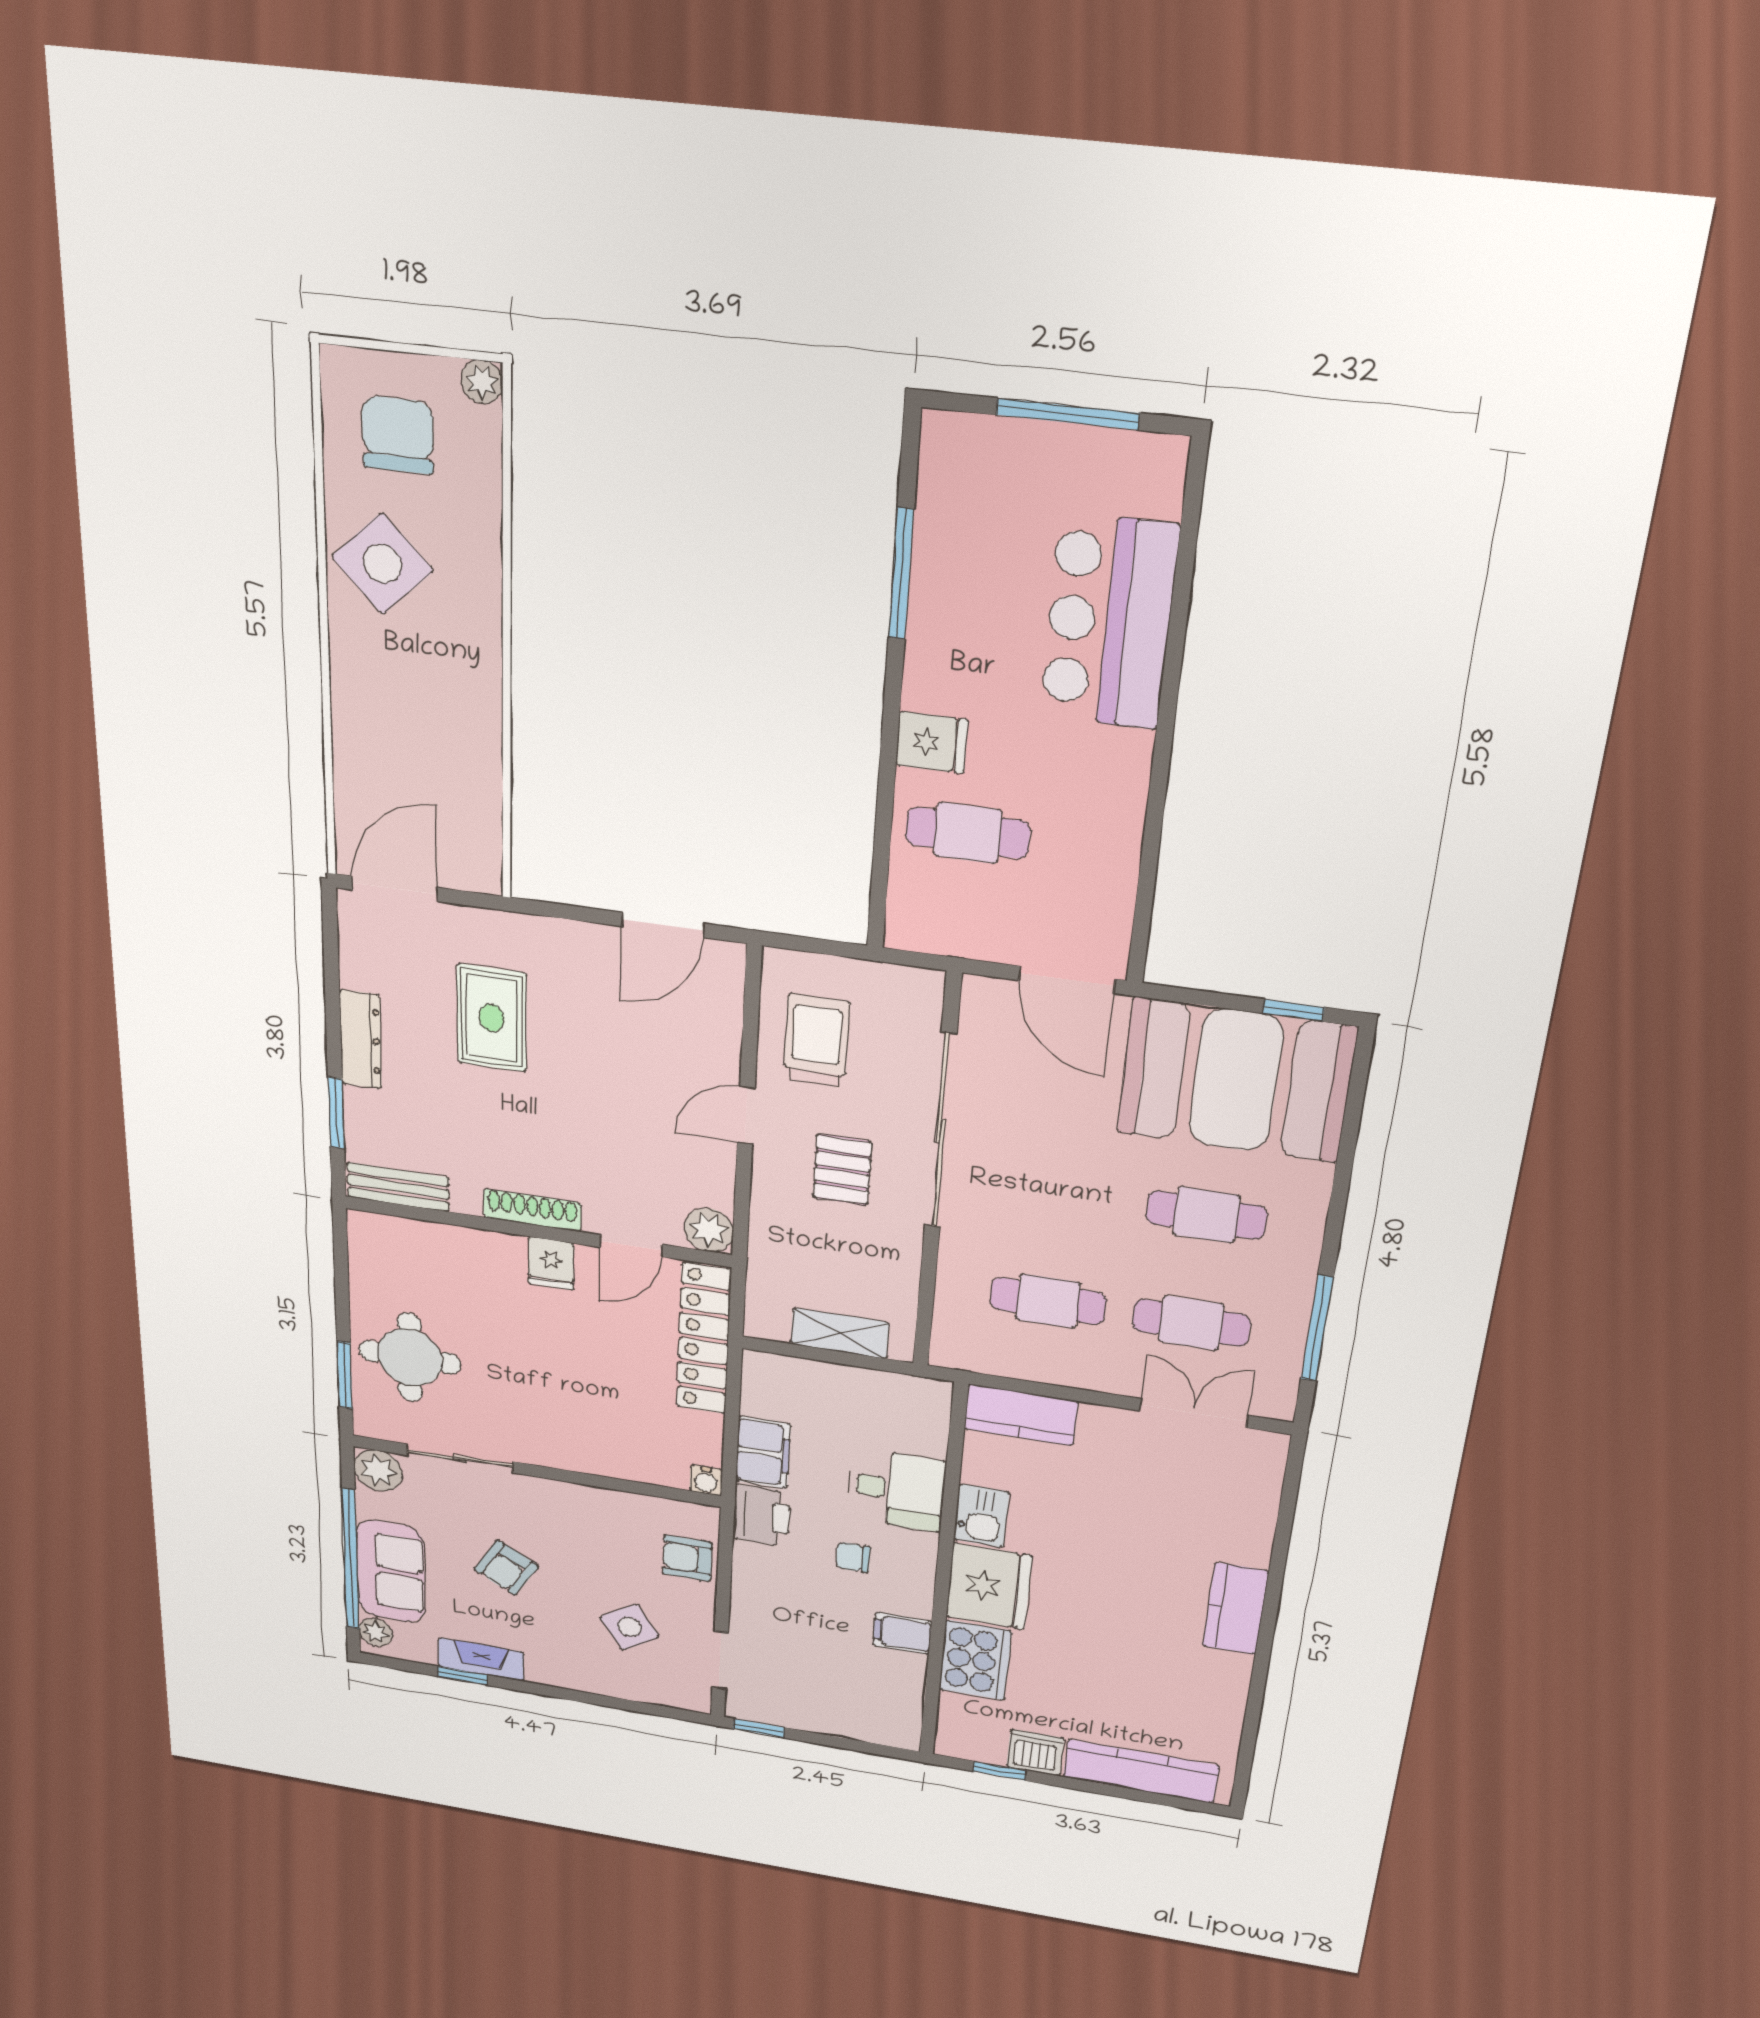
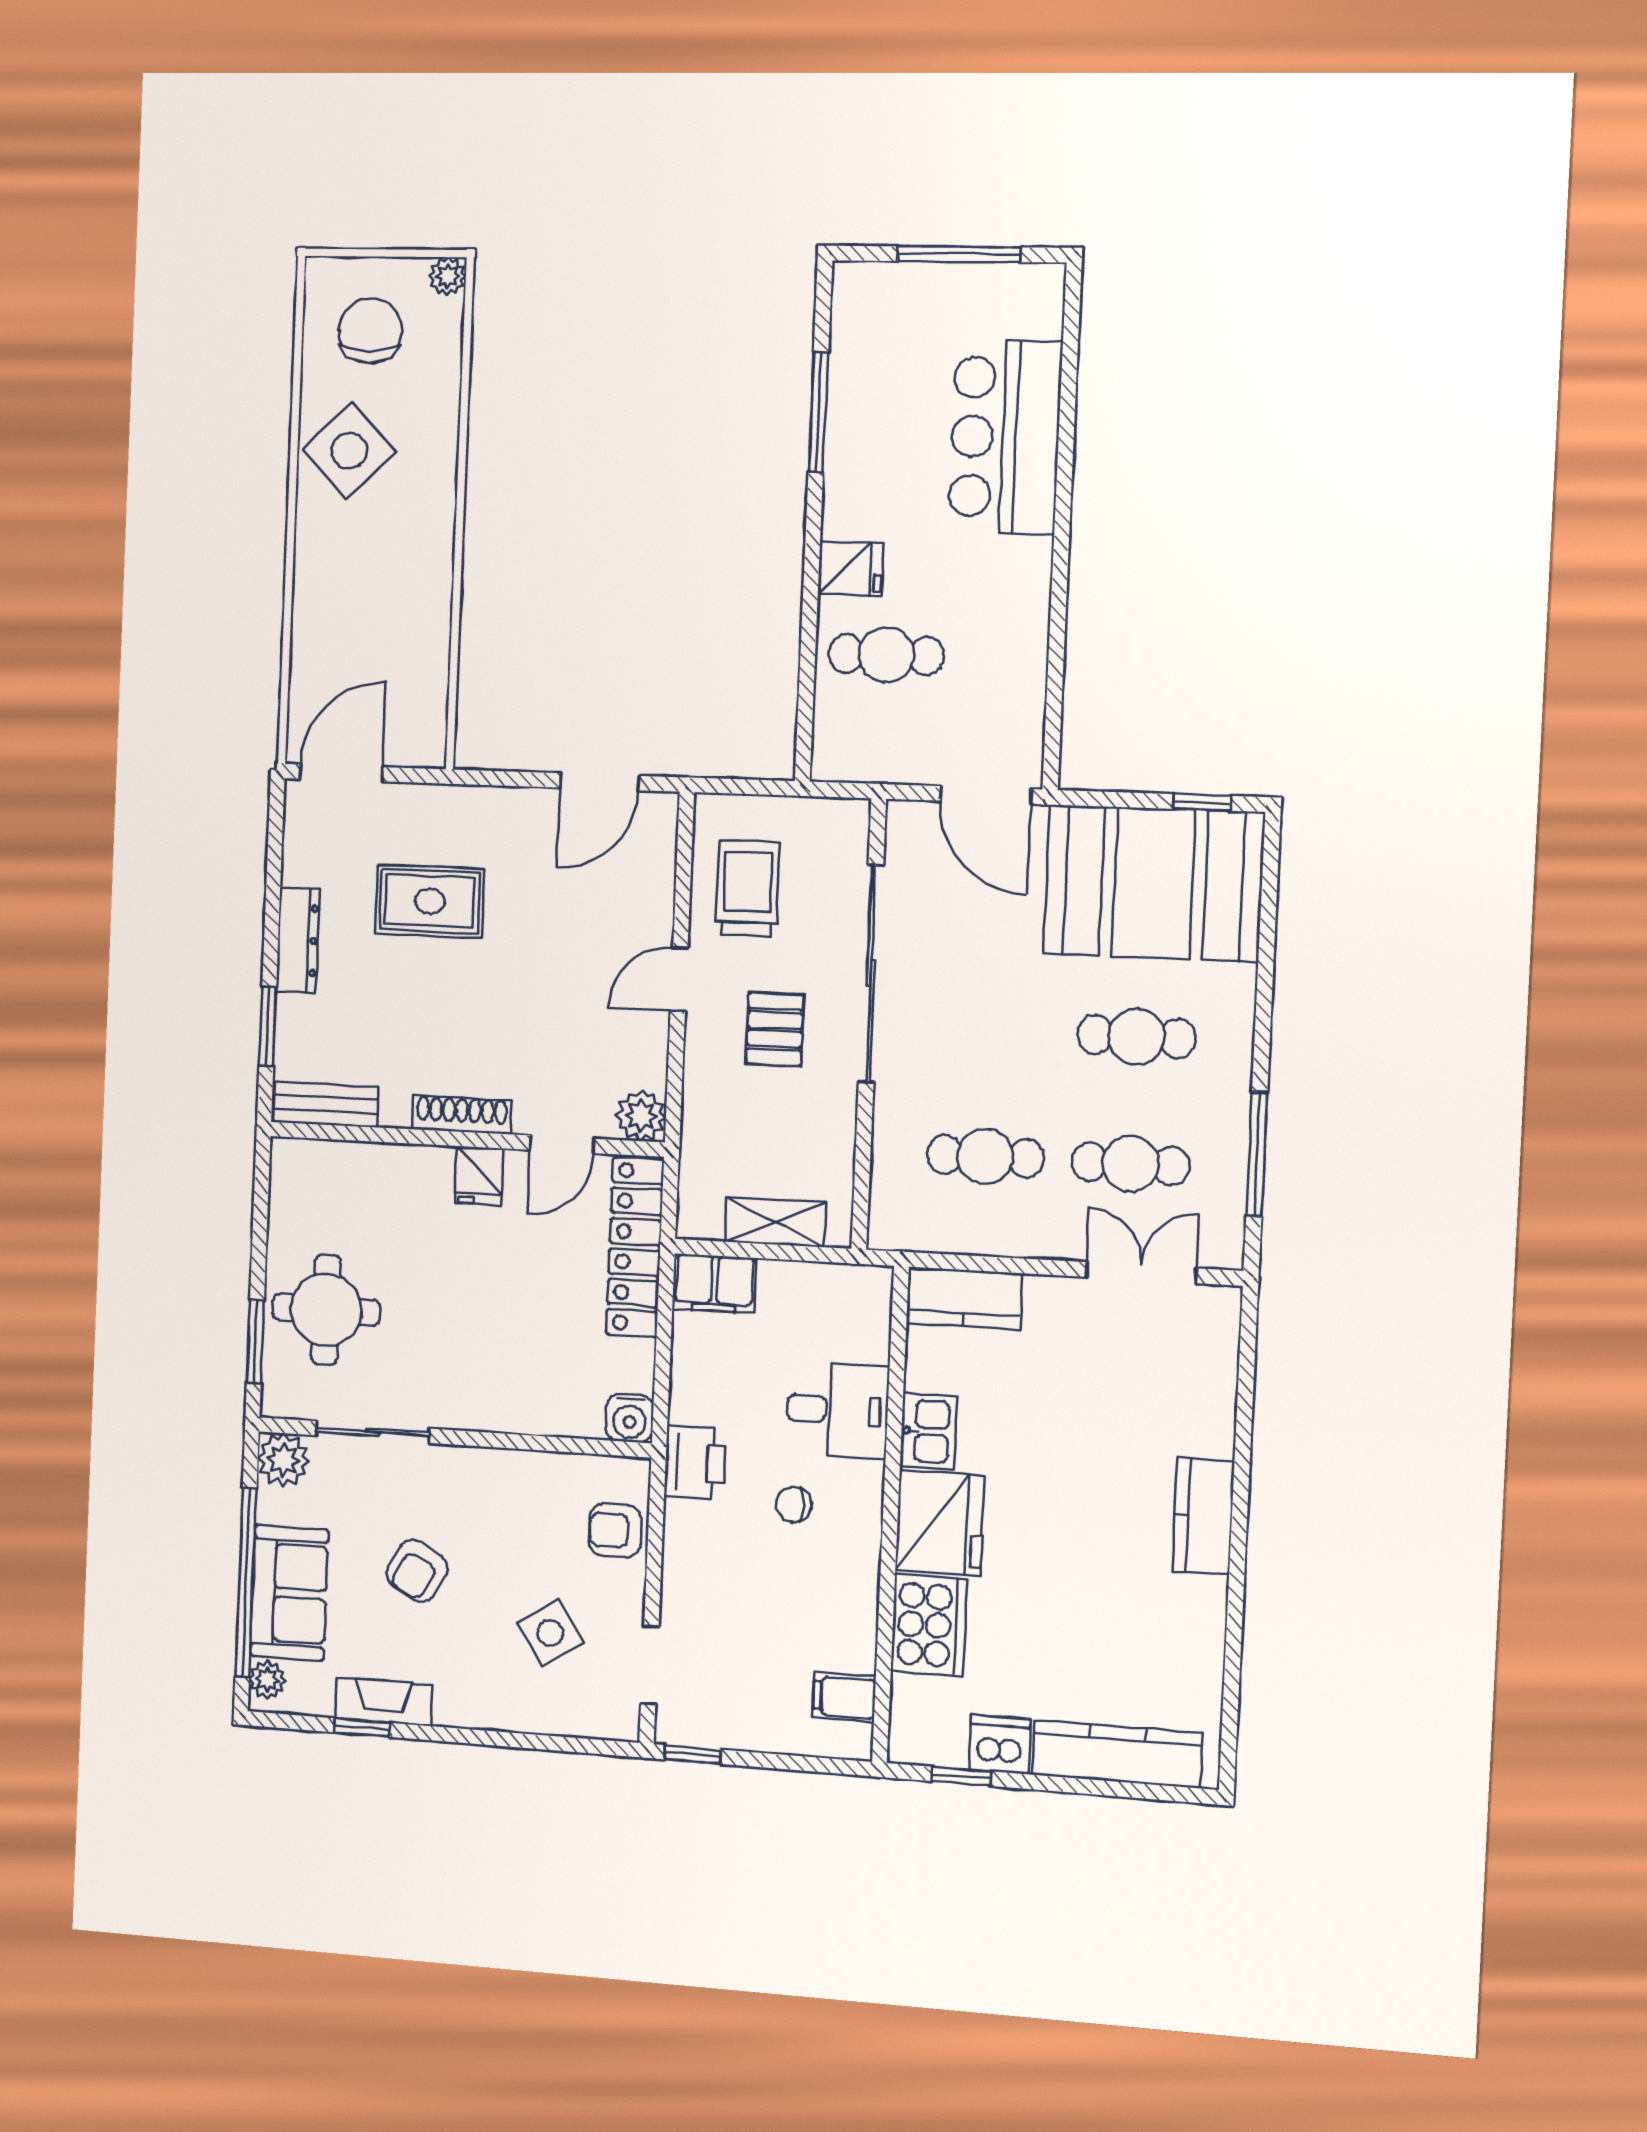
rug: (492, 1018) -> (430, 901), turned 90
filing cabinet: (763, 1453) -> (714, 1283), moved, turned 90
water cooler: (706, 1480) -> (630, 1418), width x1.38, depth x1.38
filing cabinet: (902, 1633) -> (844, 1697), moved

